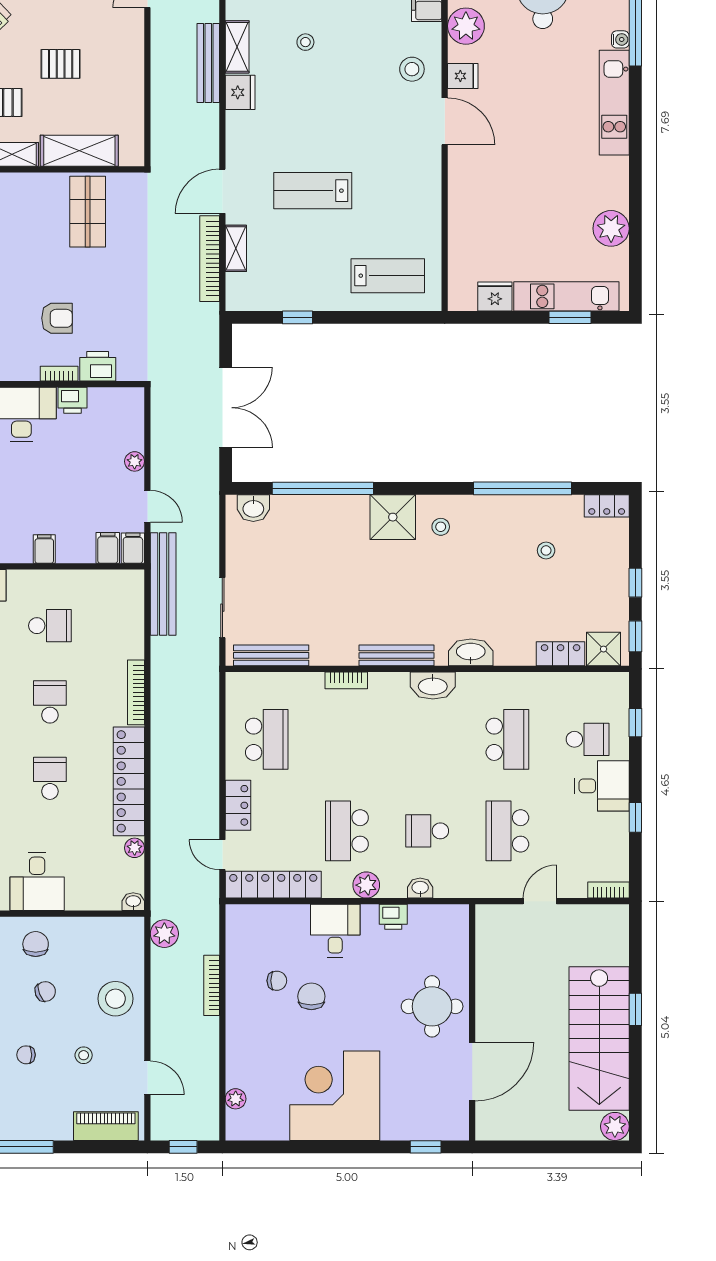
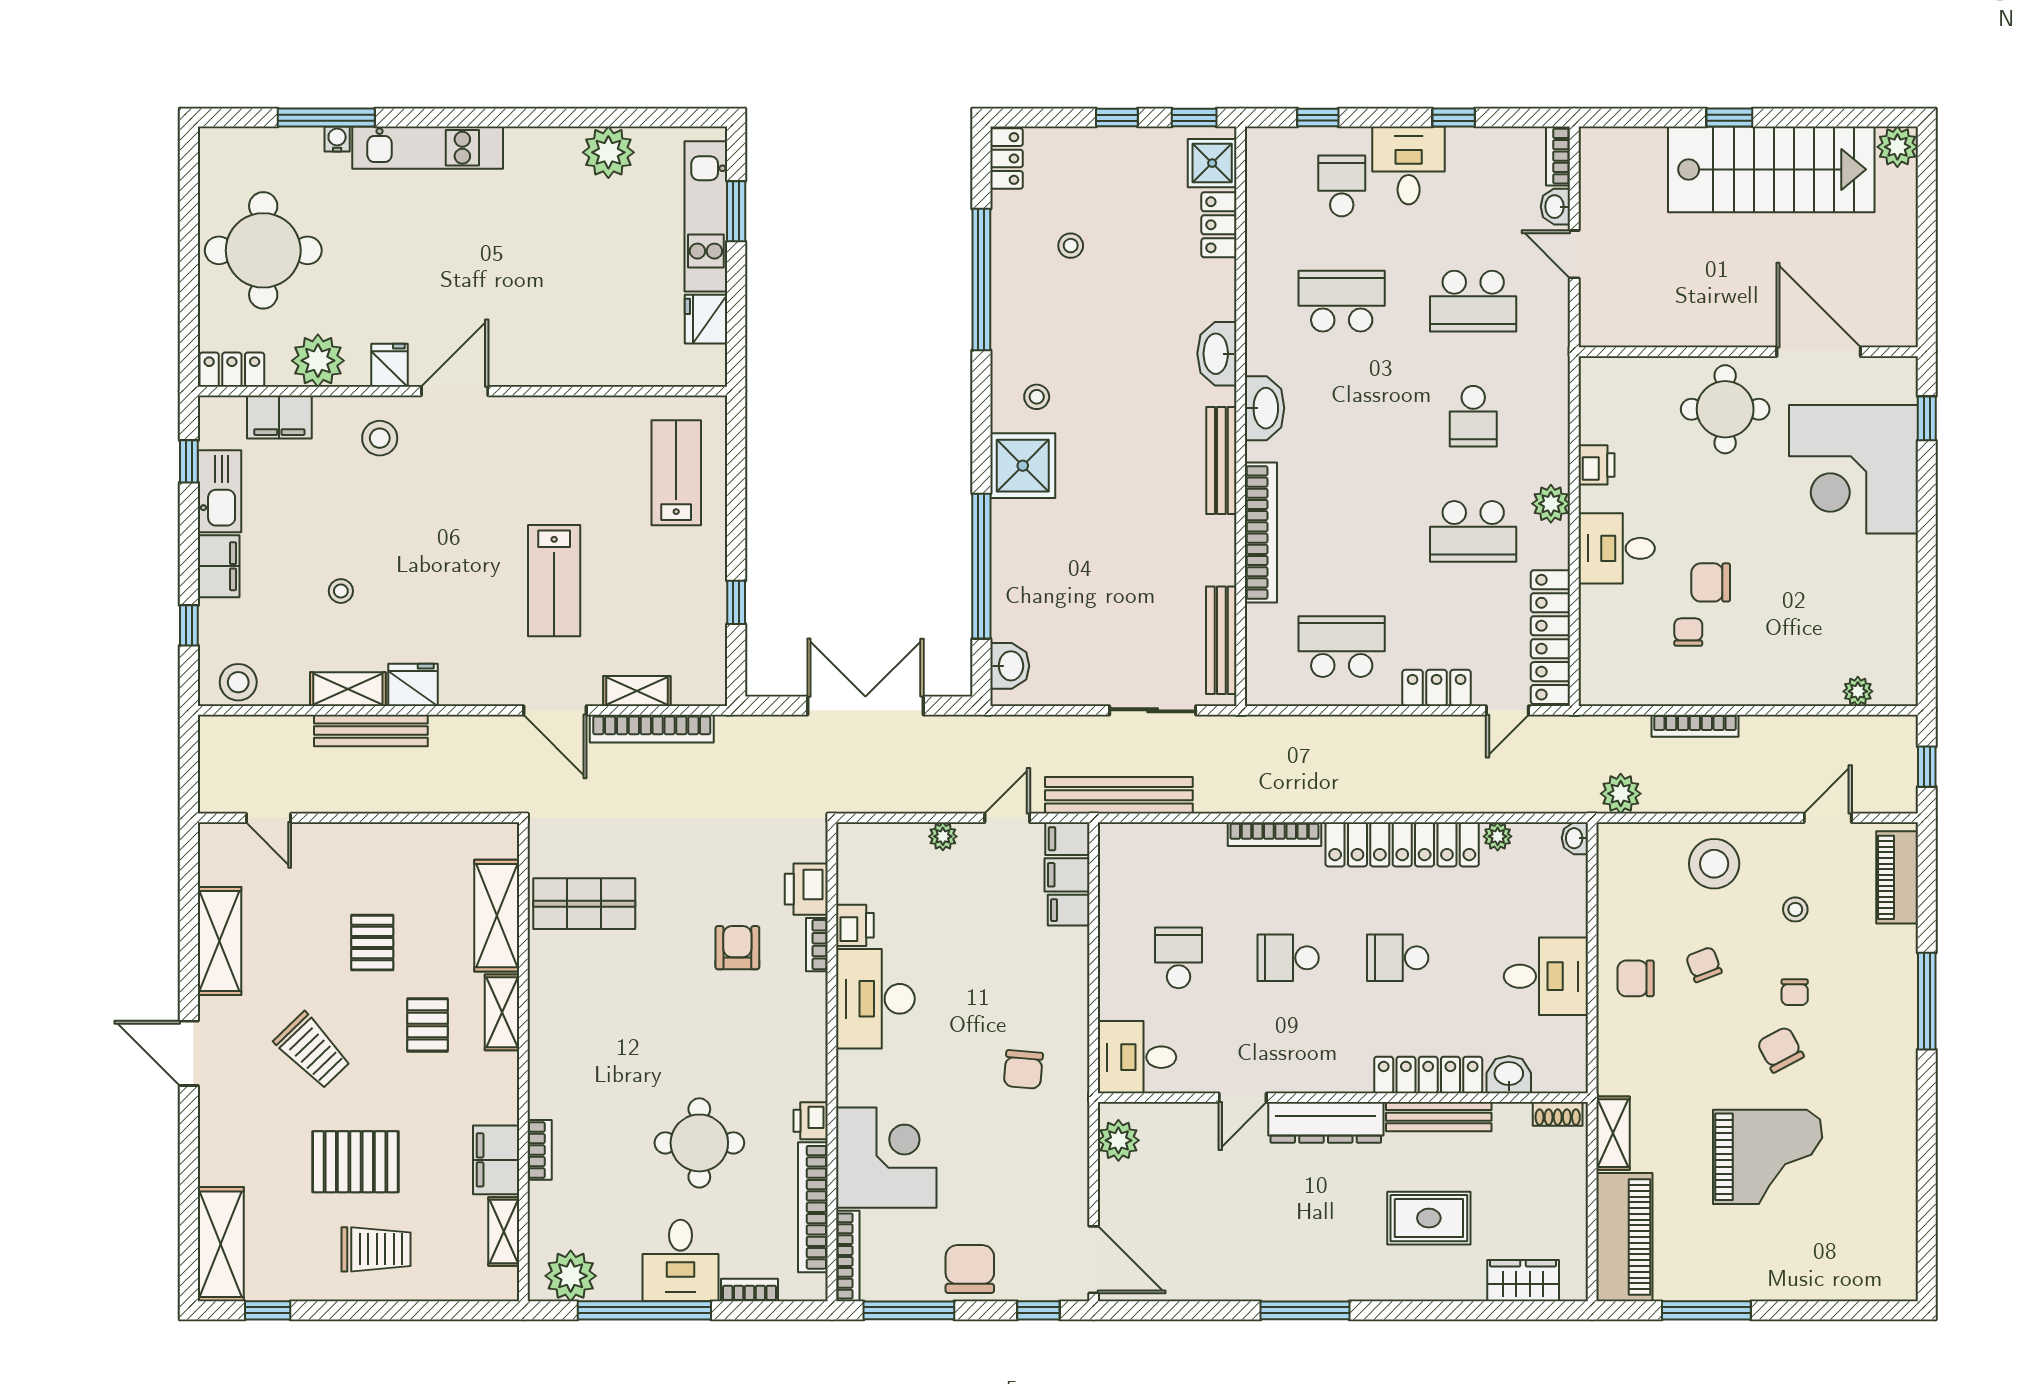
filing cabinet: (44, 549) -> (1069, 910), moved
bookcase: (346, 680) -> (1261, 532), width x2.31, depth x1.31
washbasin: (420, 888) -> (1555, 207), moved
corner desk: (335, 1096) -> (1853, 469), moved

